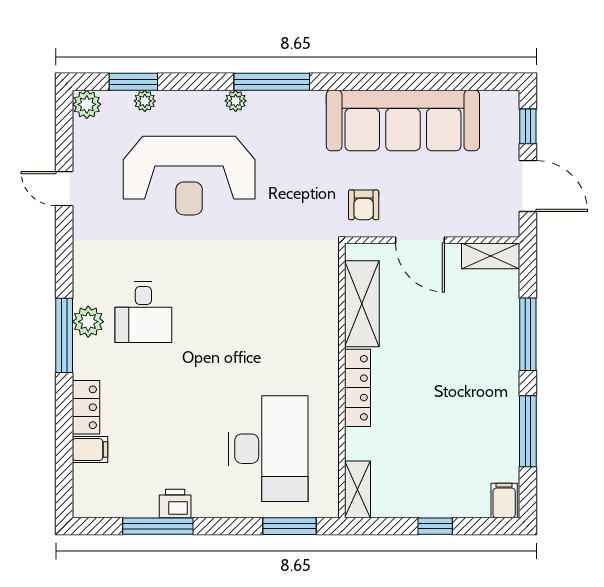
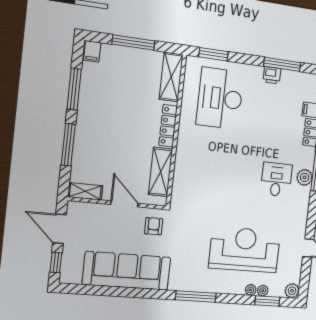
plant: (236, 101) -> (251, 290), moved
shelving: (357, 489) -> (171, 77), width x1.50, depth x1.33
window: (435, 526) -> (133, 42), width x2.17

